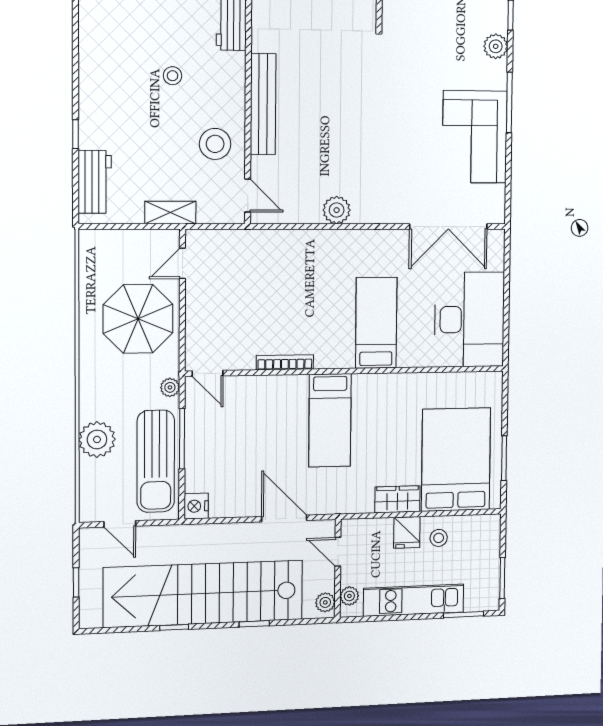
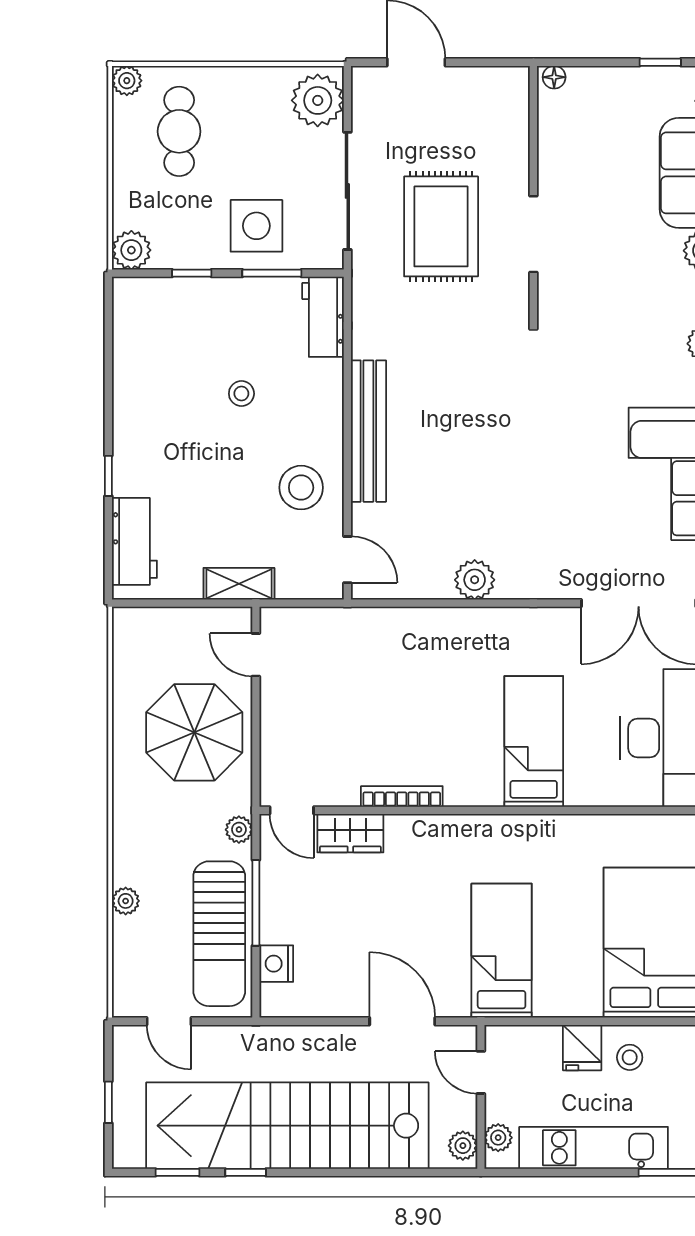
door: (182, 263) -> (256, 655), hinge flipped
bed: (330, 420) -> (502, 951), moved, turned 180
plant: (97, 439) -> (126, 901), width x0.53, depth x0.53
wardrobe: (397, 499) -> (350, 833), moved, turned 180
nightstand: (196, 506) -> (276, 964), moved
window: (254, 624) -> (178, 1172), moved

